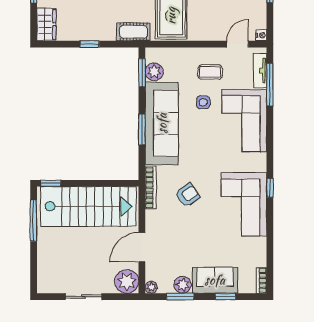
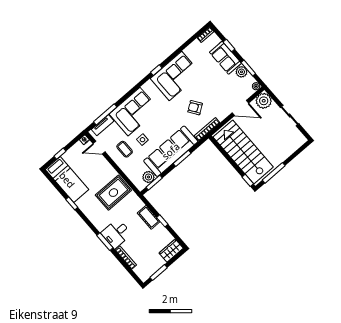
cot: (133, 32) -> (149, 217), moved

